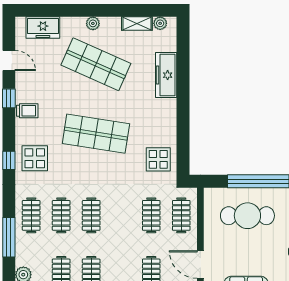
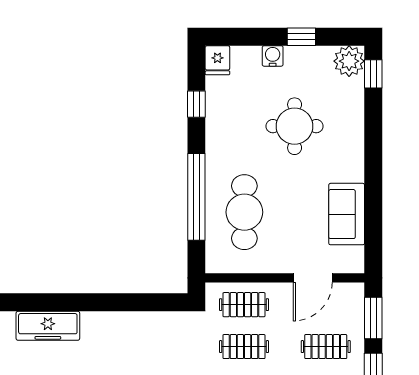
display table: (158, 159) -> (166, 337), removed

